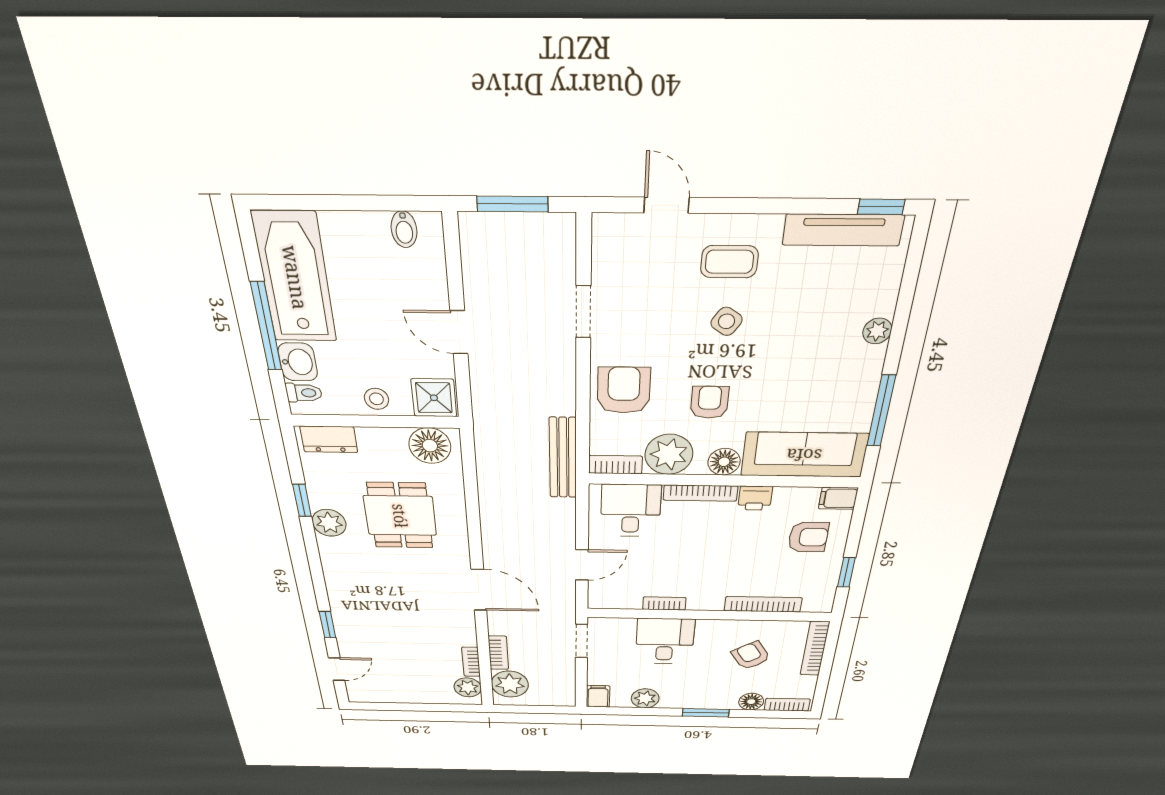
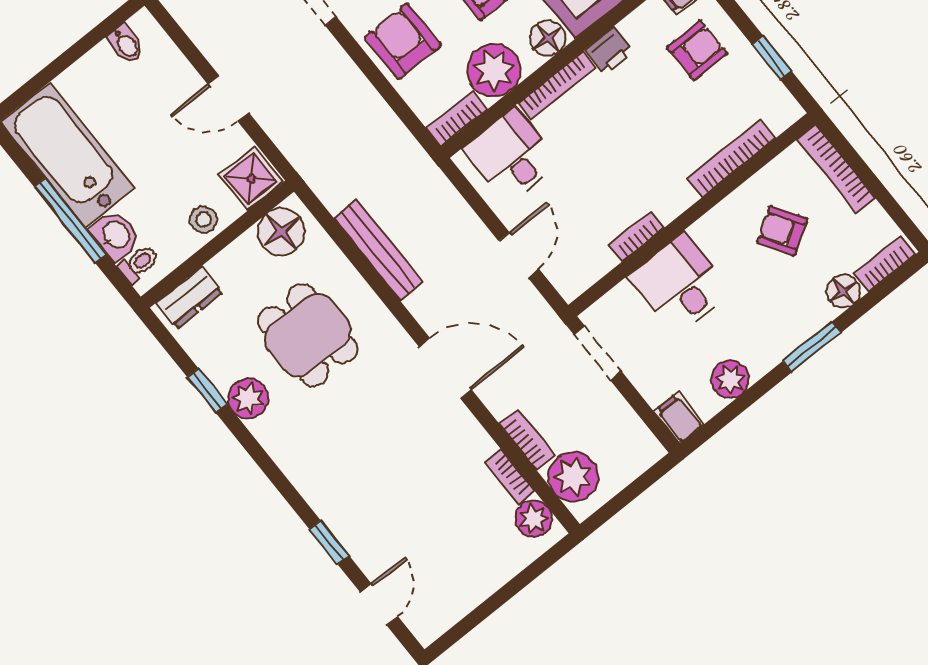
bench: (563, 458) -> (378, 250), moved

